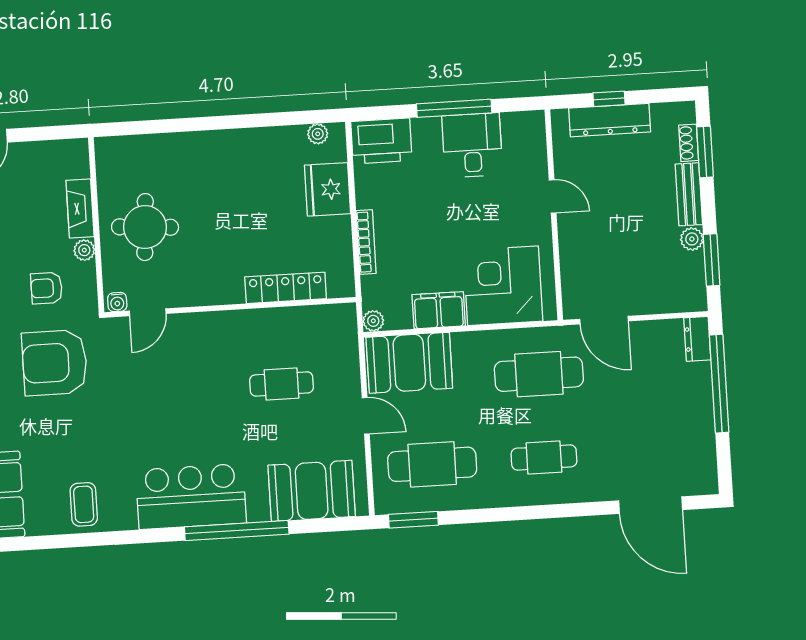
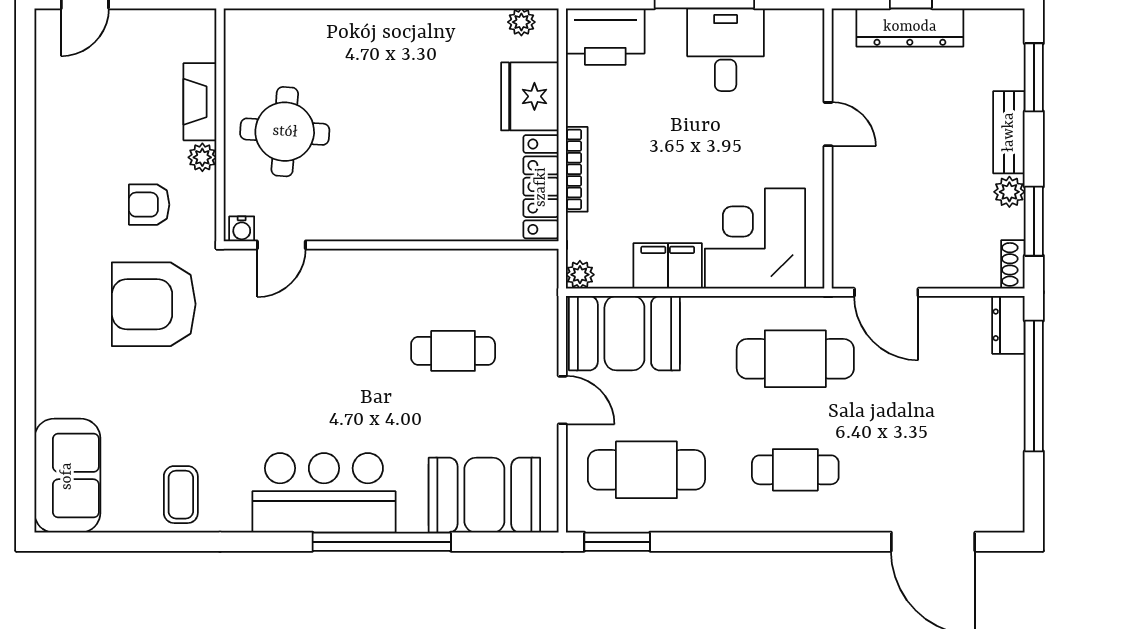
shoe rack: (689, 143) -> (1013, 264), moved
locker: (286, 288) -> (541, 187), moved, turned -90

